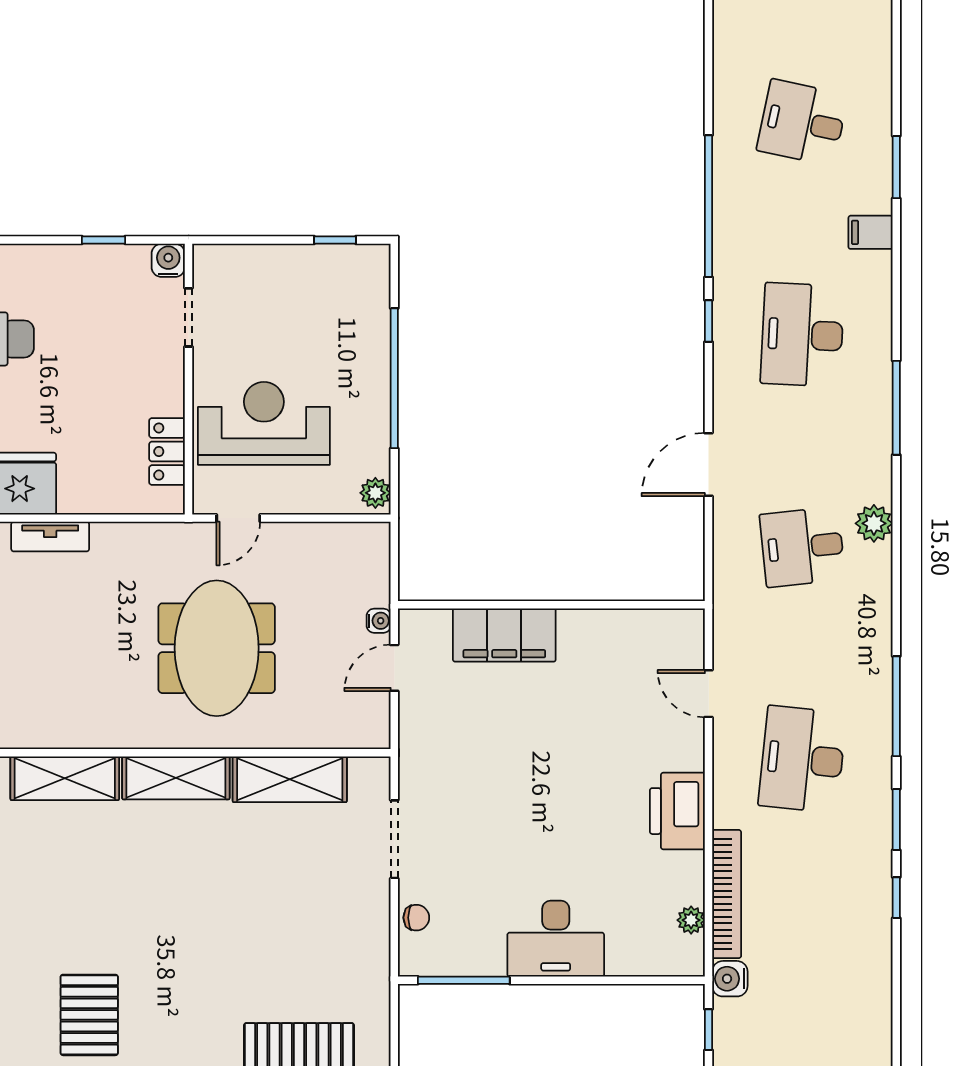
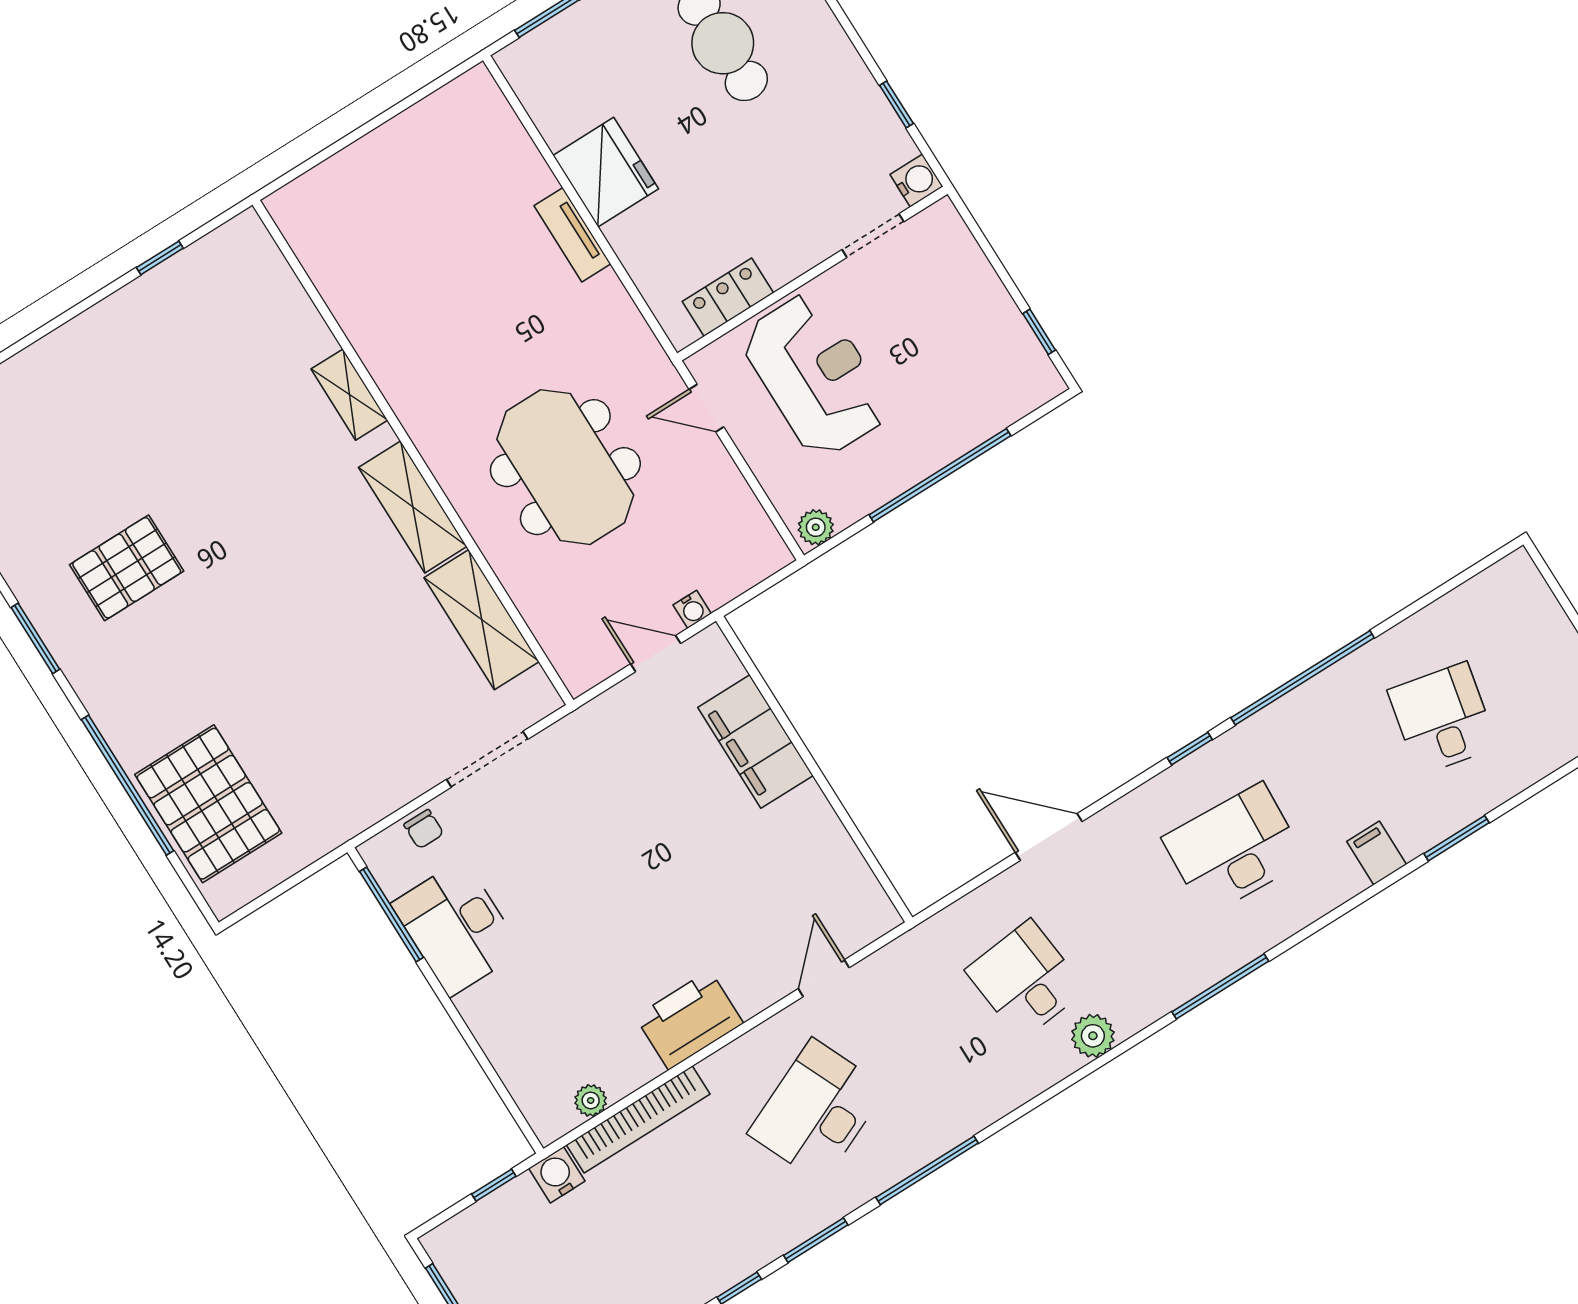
meeting table: (217, 648) -> (565, 467), turned 90
desk: (802, 759) -> (817, 1111), turned -30
shelving: (65, 778) -> (349, 395), width x0.67, depth x0.75
desk: (556, 939) -> (457, 928), moved

